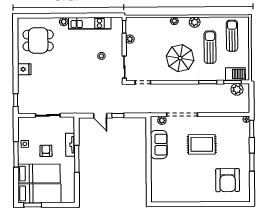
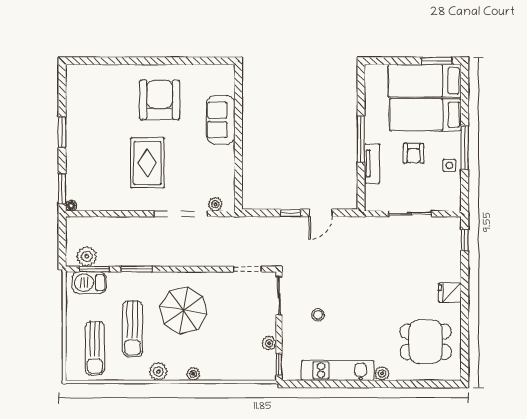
door: (100, 116) -> (321, 213), swing flipped
rug: (202, 144) -> (147, 163), turned 90
sofa: (159, 145) -> (221, 120), moved
armchair: (228, 180) -> (160, 100), moved

